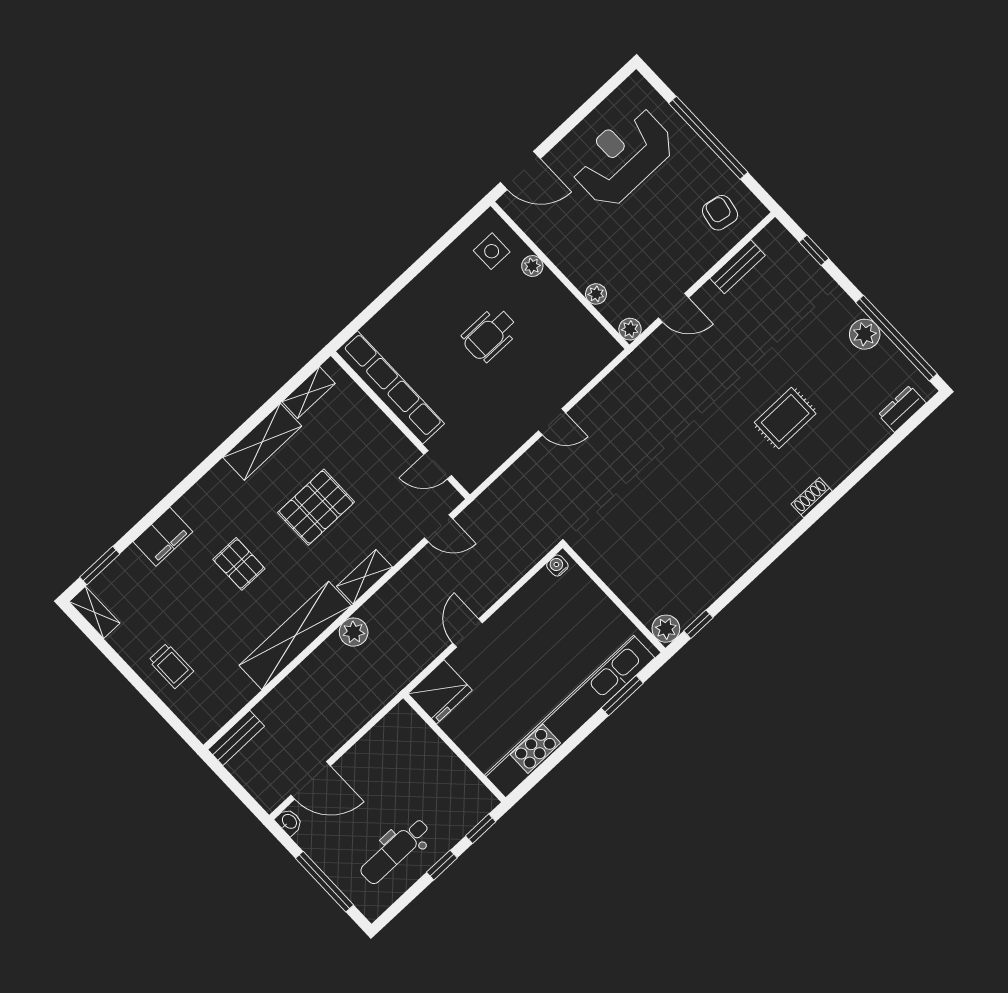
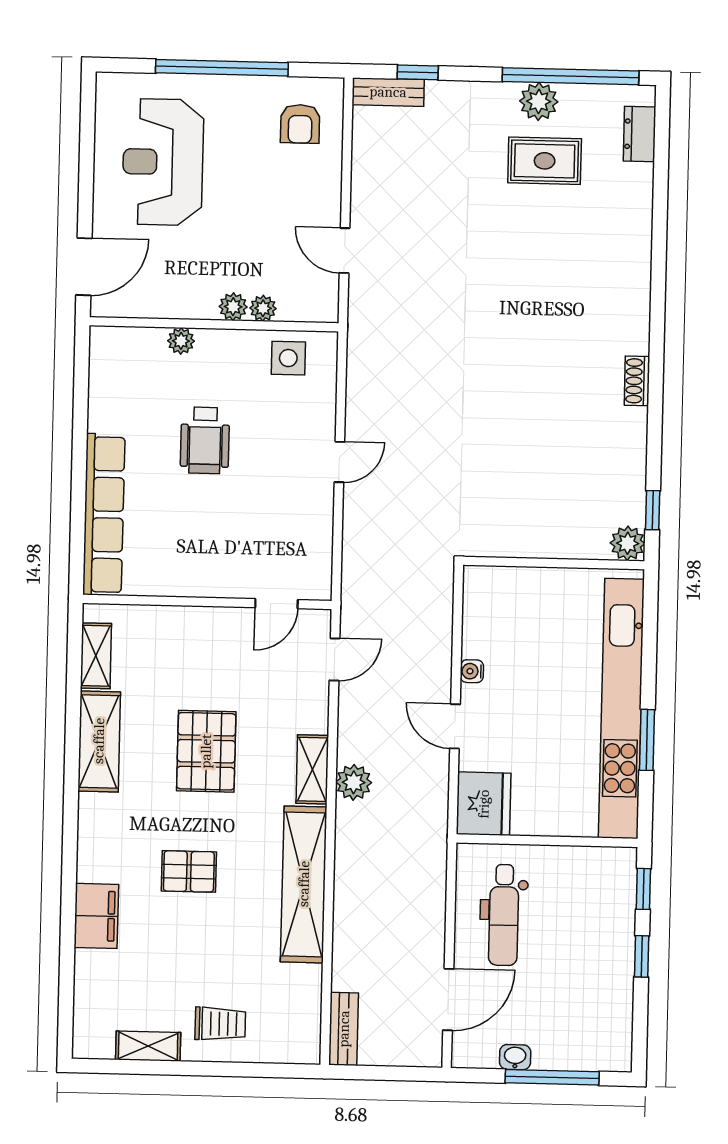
armchair: (720, 213) -> (300, 124), turned -101
side table: (492, 251) -> (288, 358), moved
bench: (738, 267) -> (388, 92), moved, turned 90
door: (674, 308) -> (345, 251), swing flipped
plant: (630, 329) -> (233, 307), moved
row of seats: (390, 387) -> (104, 515), moved, turned 90
rug: (785, 418) -> (545, 161), moved, turned 90
shoe rack: (812, 498) -> (637, 381), moved
window: (100, 565) -> (66, 999), removed
water cooler: (557, 566) -> (472, 671), moved
shelving: (95, 612) -> (148, 1046), moved
plant: (354, 632) -> (354, 782), moved
window: (622, 696) -> (647, 740), moved
washbasin: (289, 822) -> (515, 1057), moved
dental chair: (395, 851) -> (504, 915), moved

